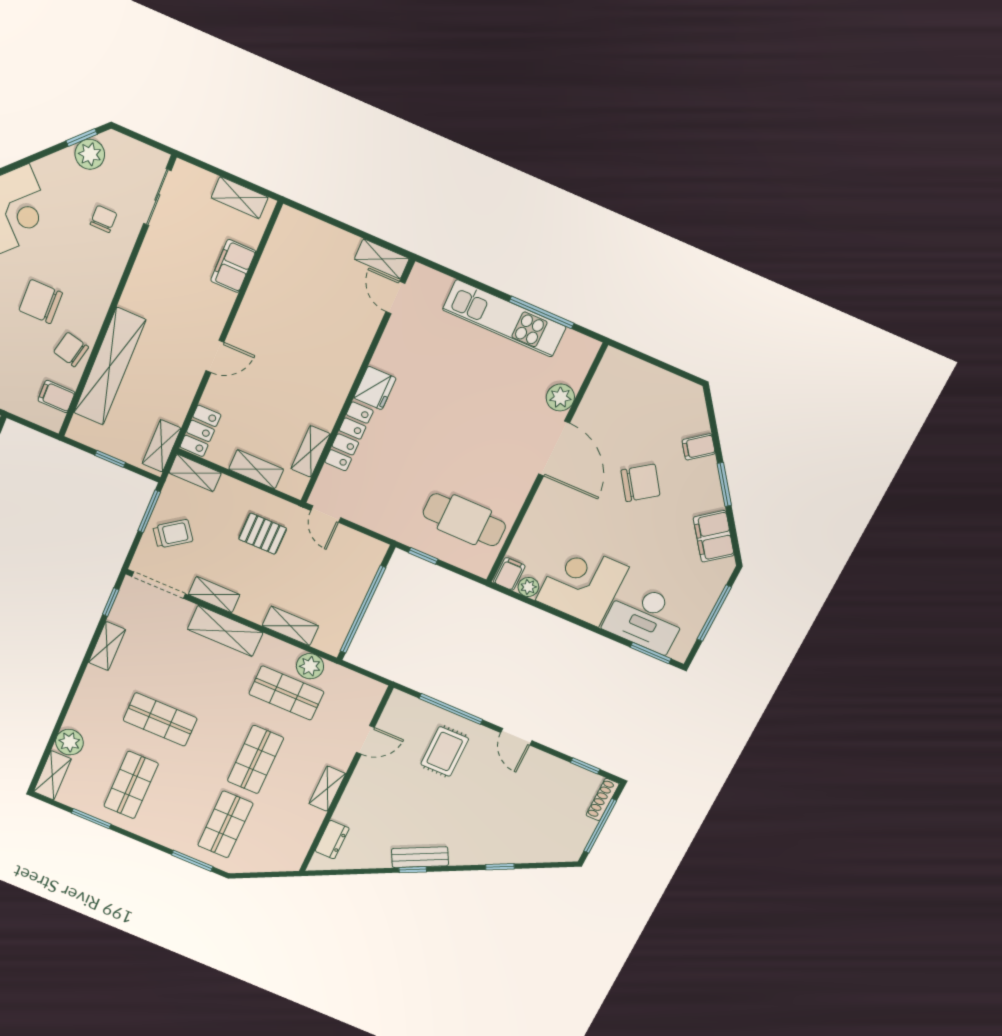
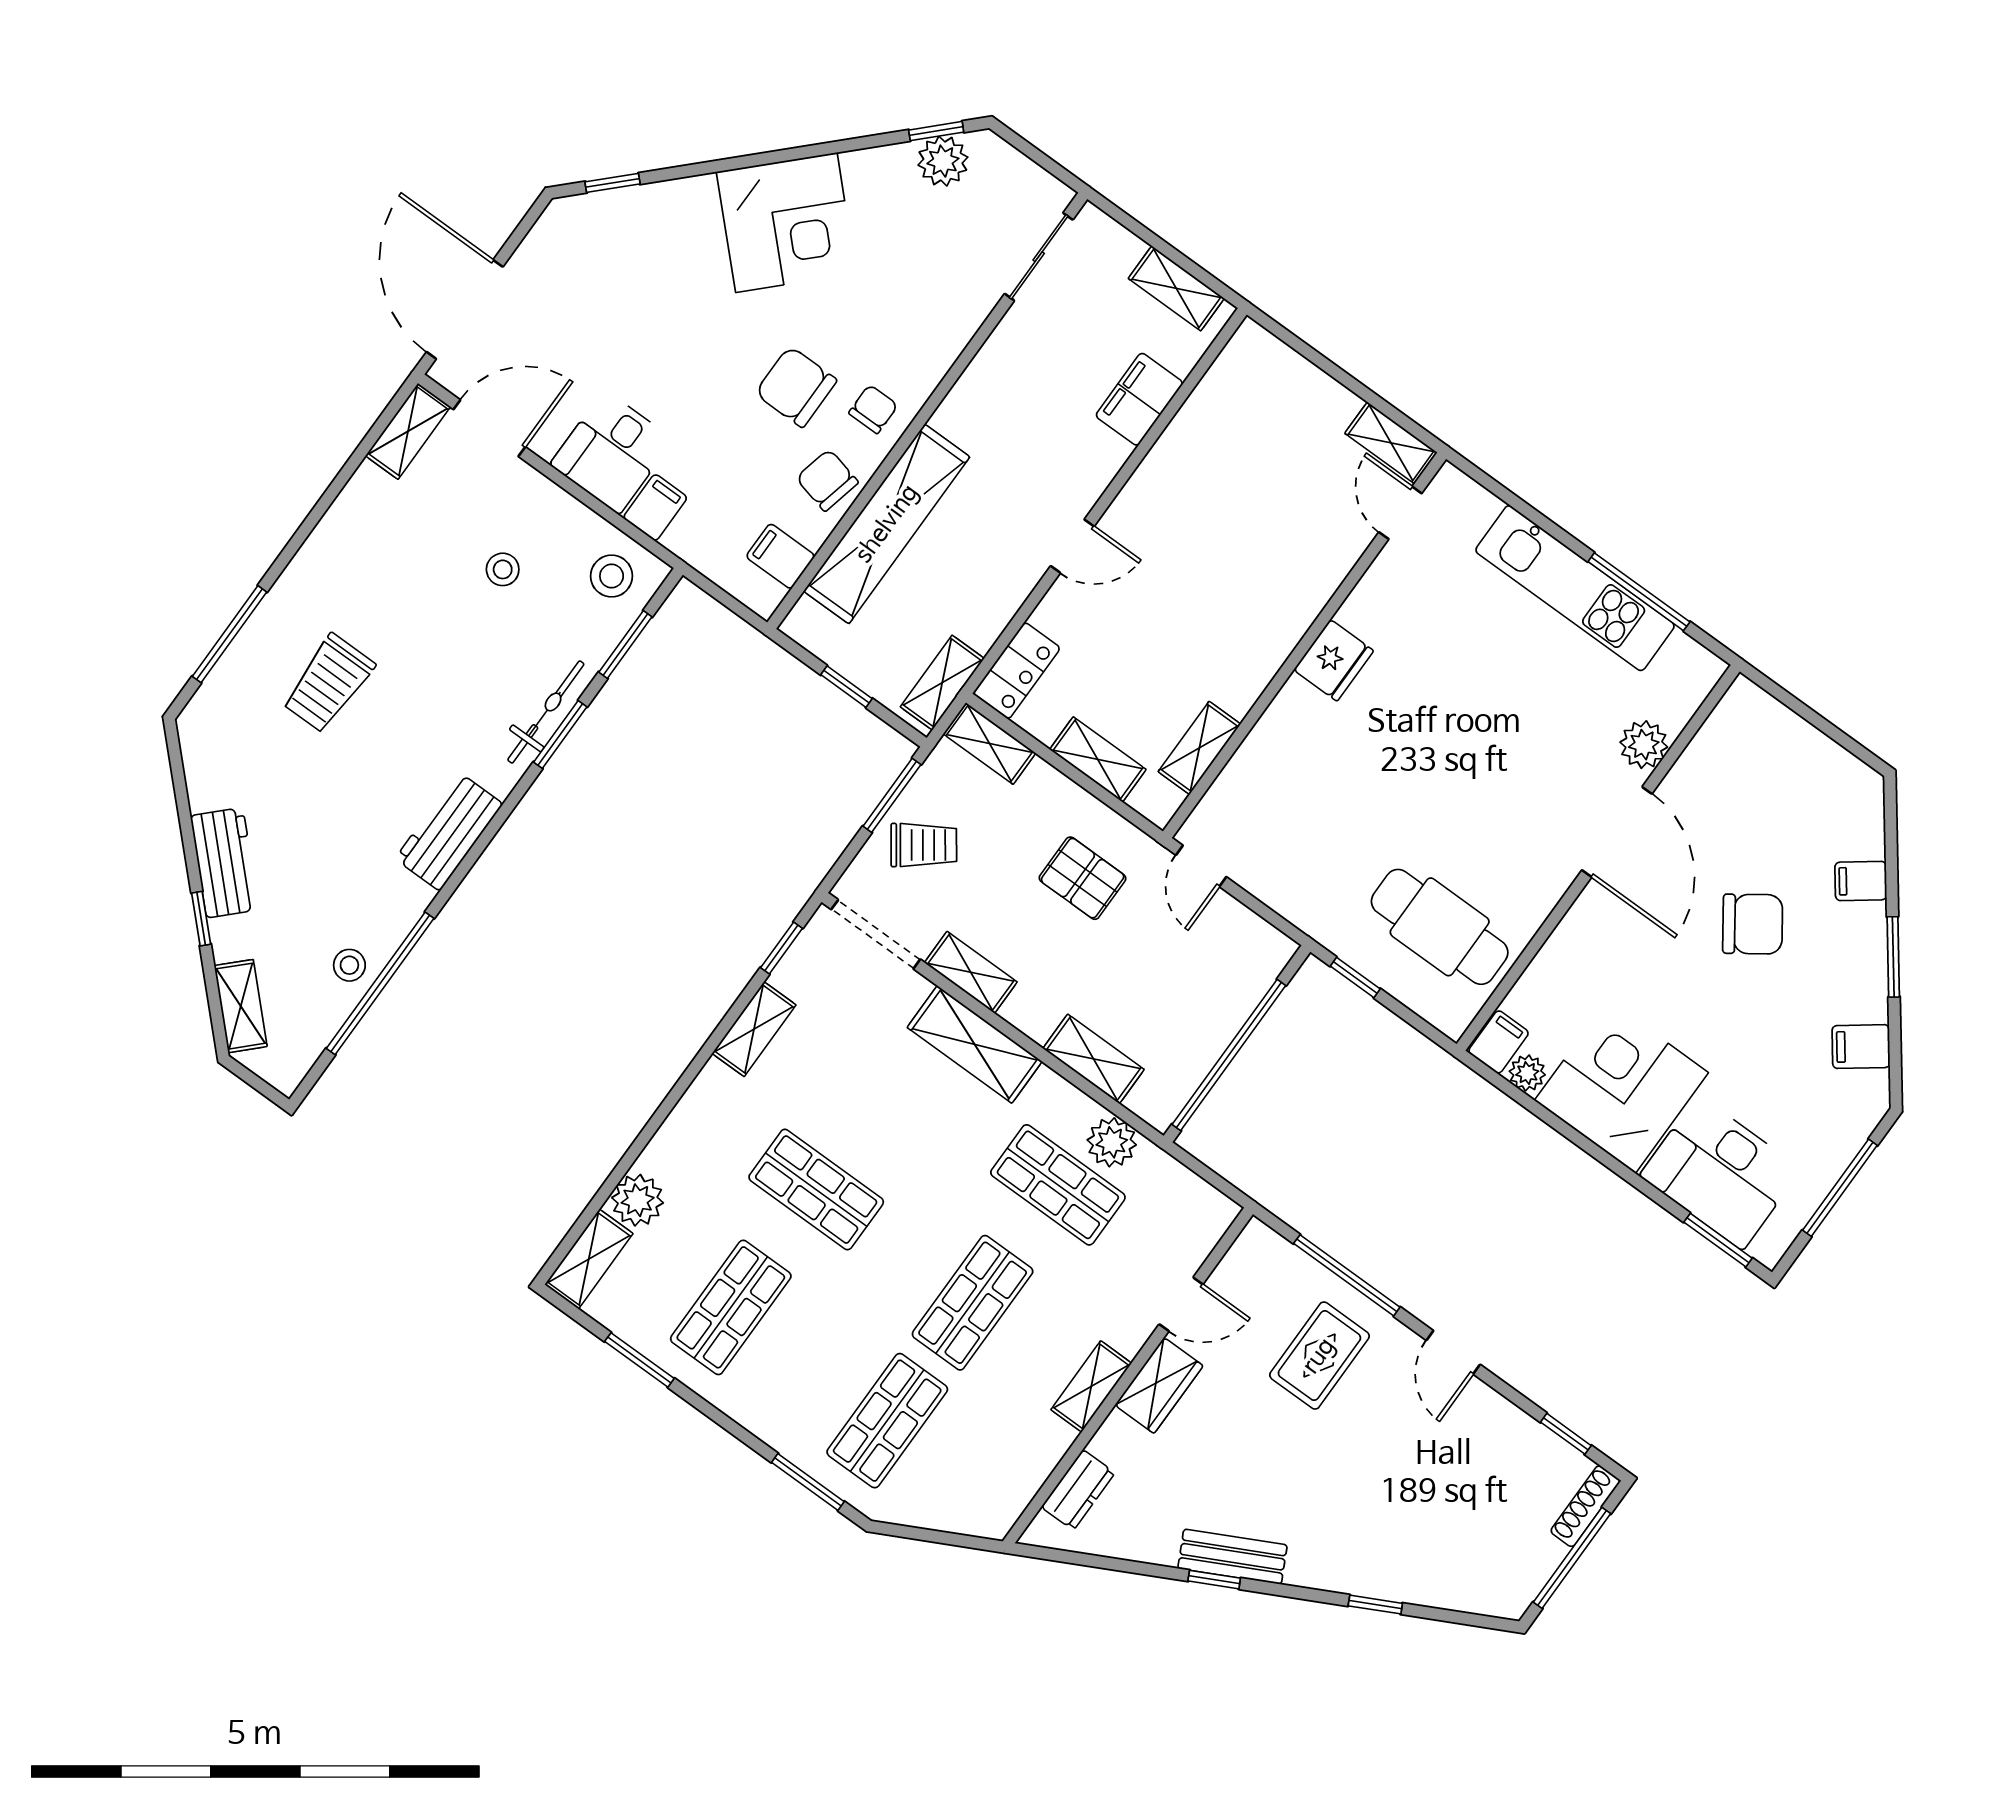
chair: (103, 219) -> (873, 409), moved
locker: (349, 436) -> (1271, 736), removed
filing cabinet: (714, 536) -> (1861, 1047), width x0.50
wardrobe: (363, 782) -> (1159, 1385), added

